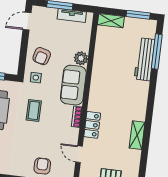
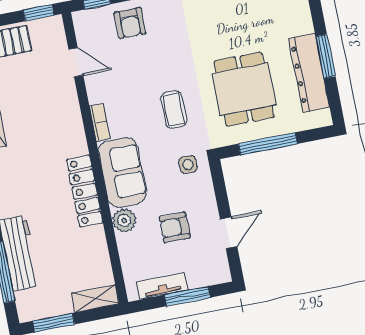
door: (27, 21) -> (229, 233), moved
armchair: (42, 56) -> (175, 227), moved, turned -105
locker: (92, 125) -> (85, 191), moved, width x1.53

